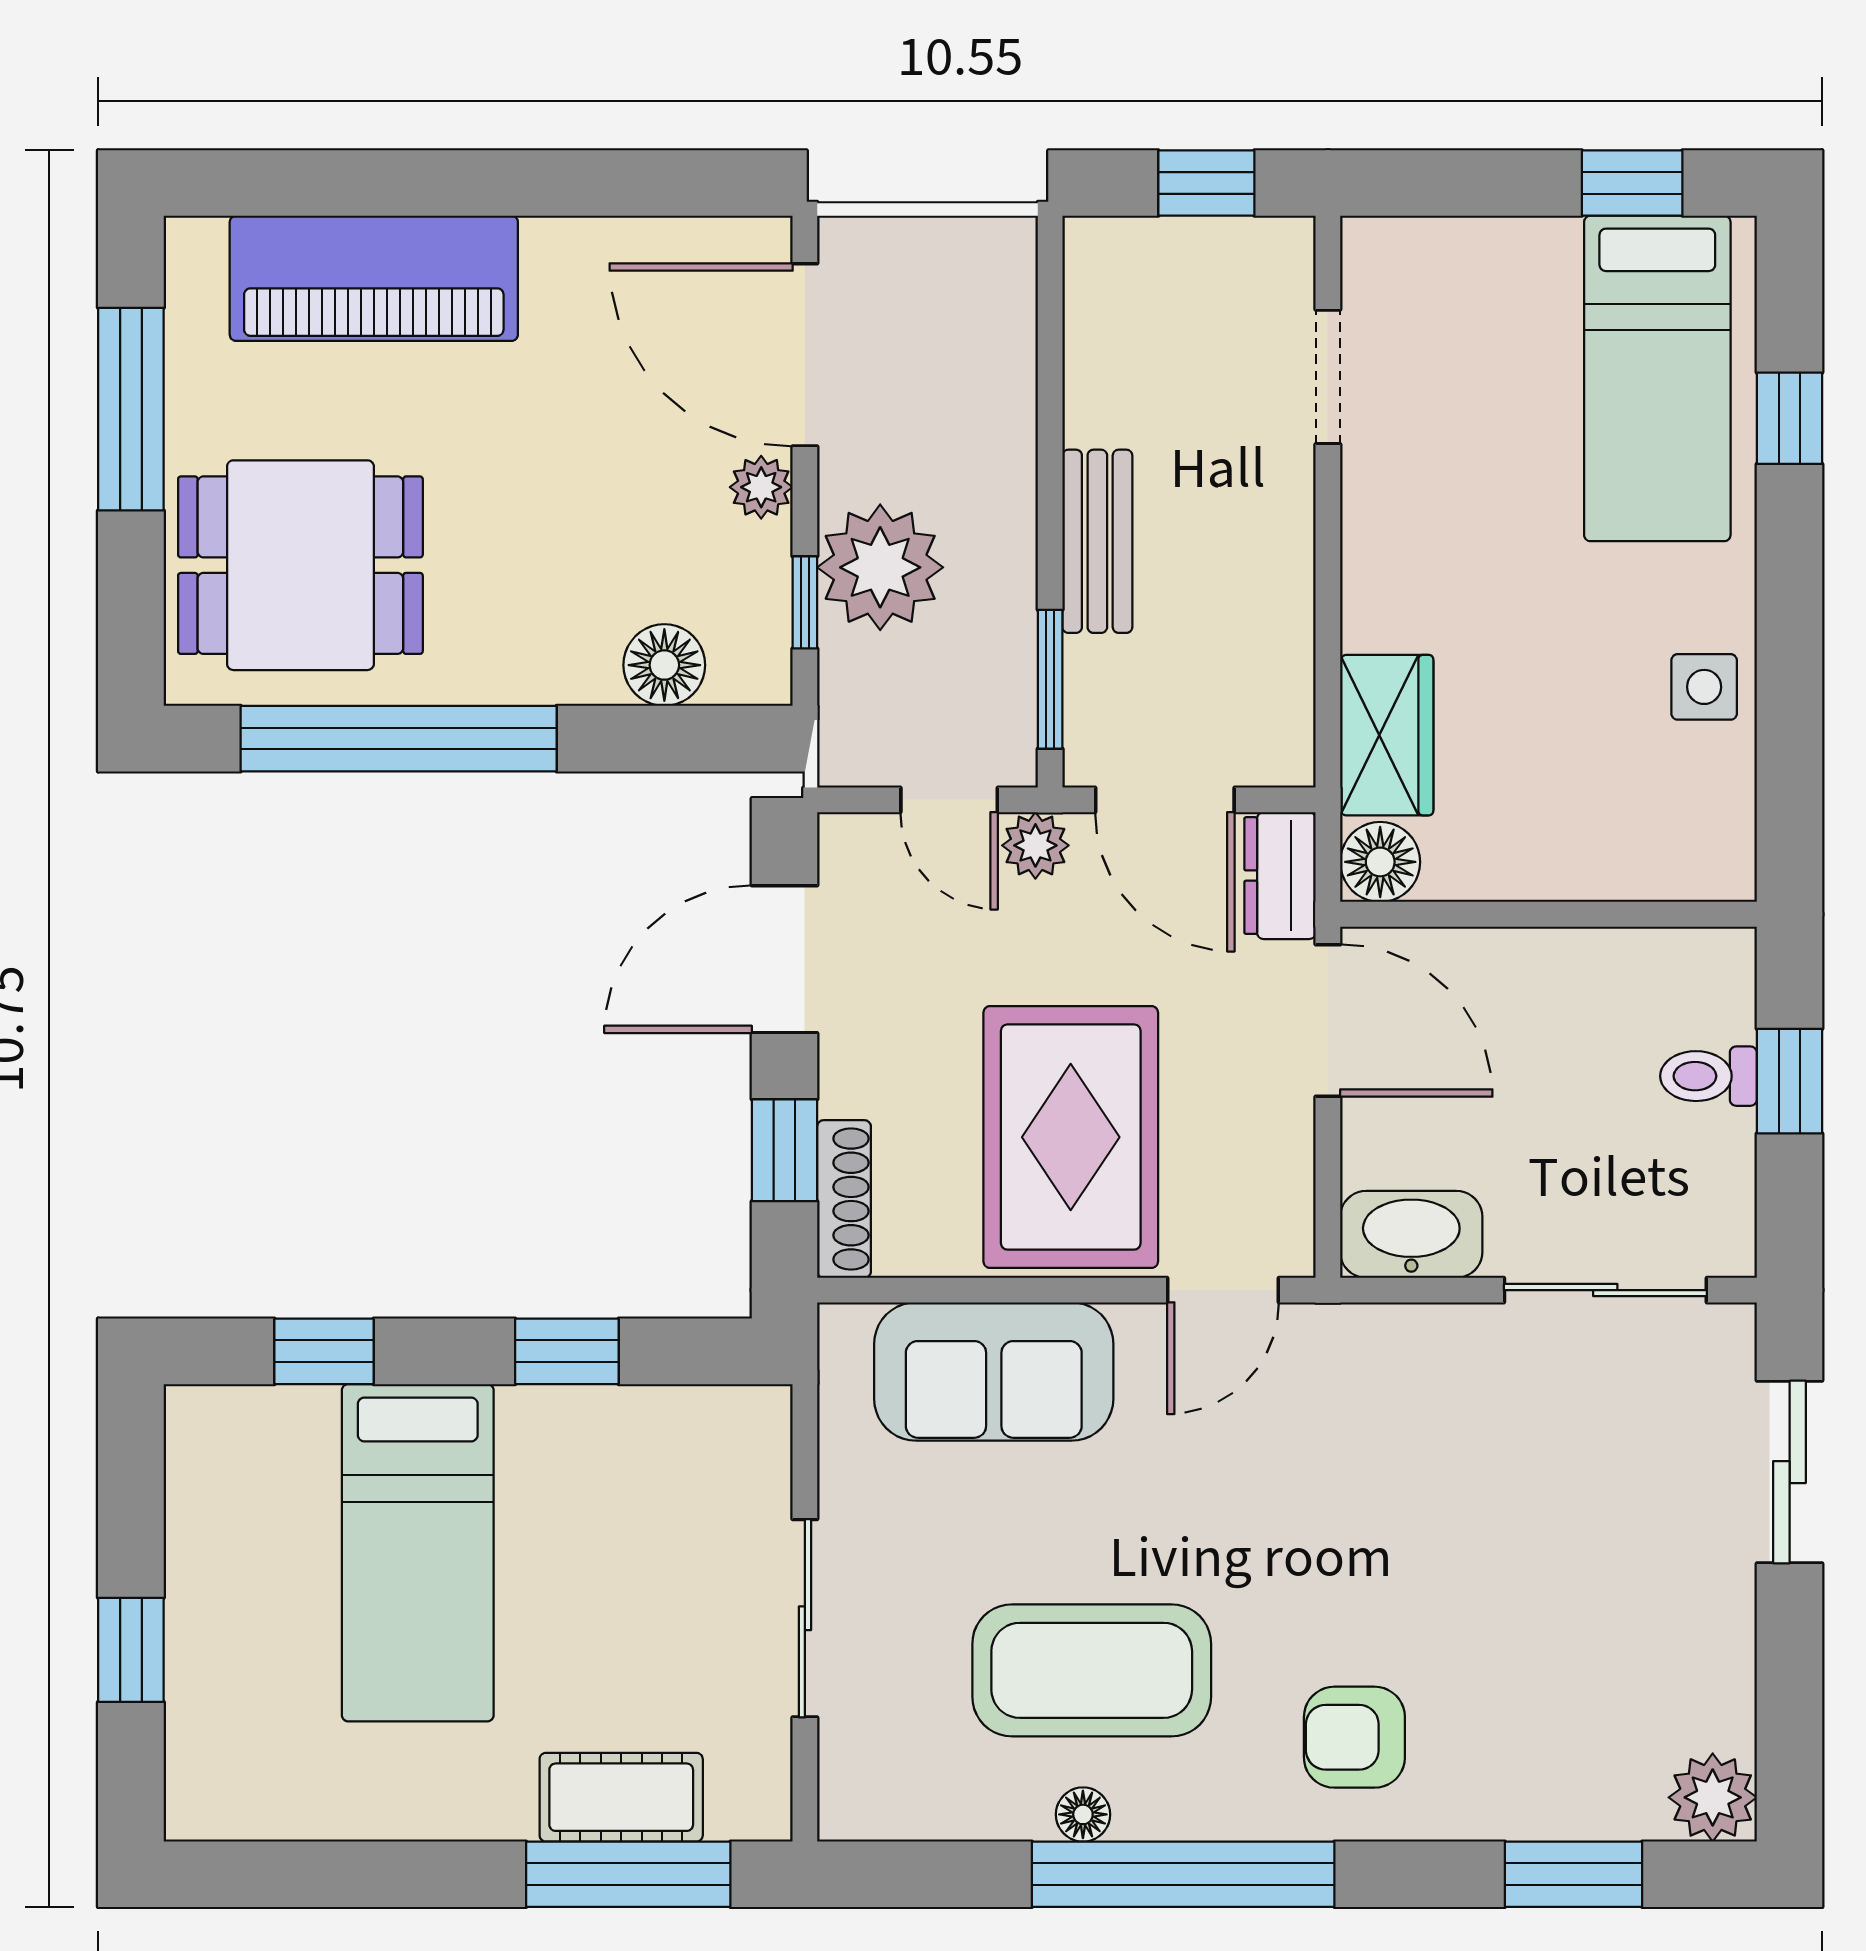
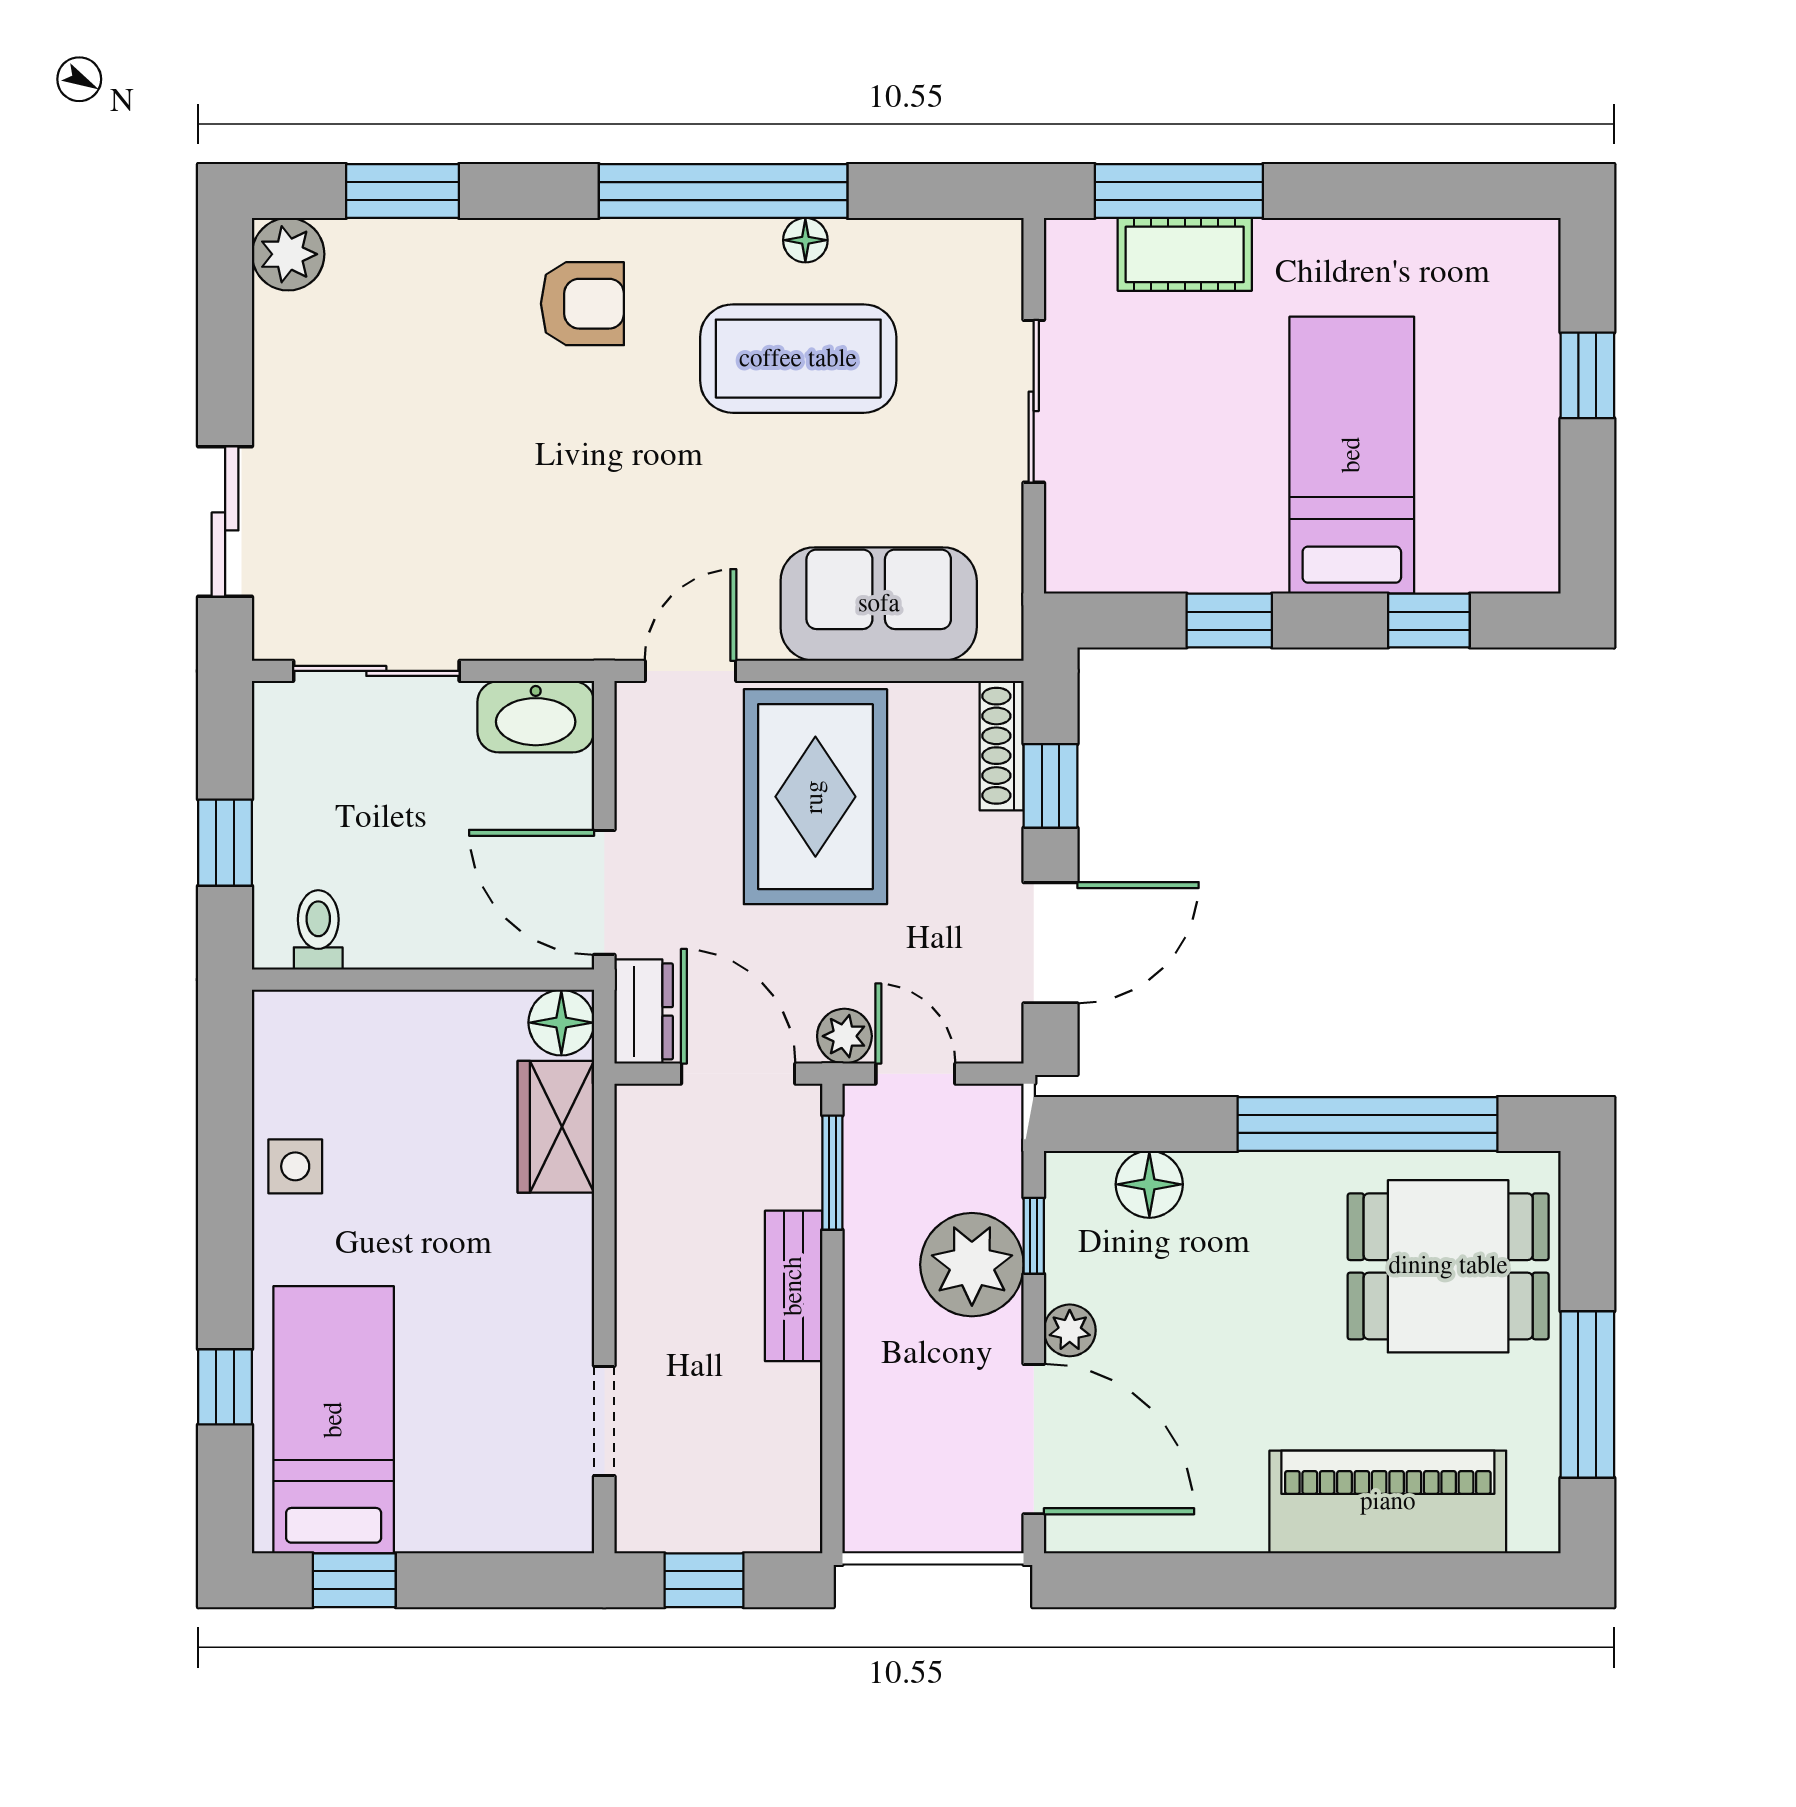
toilet: (1709, 1076) -> (318, 930), moved, turned -90

